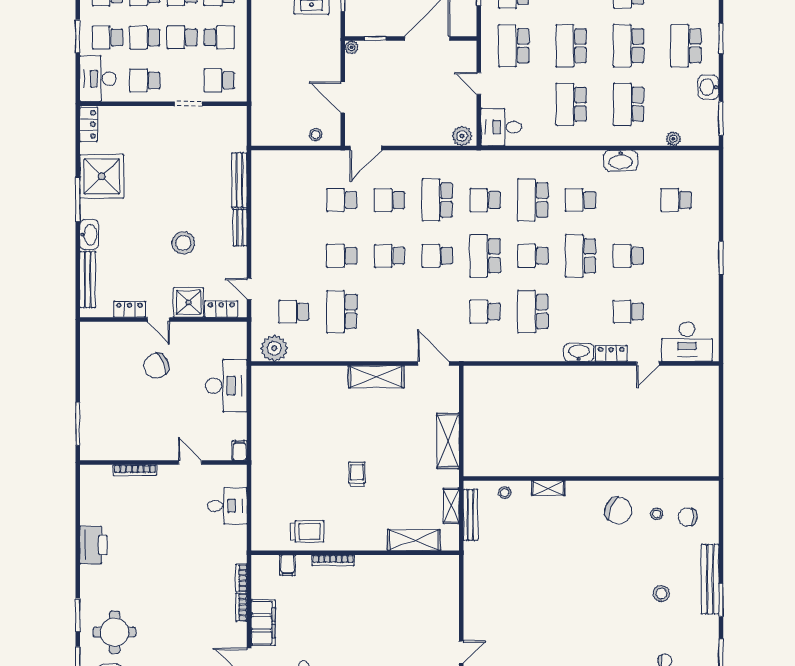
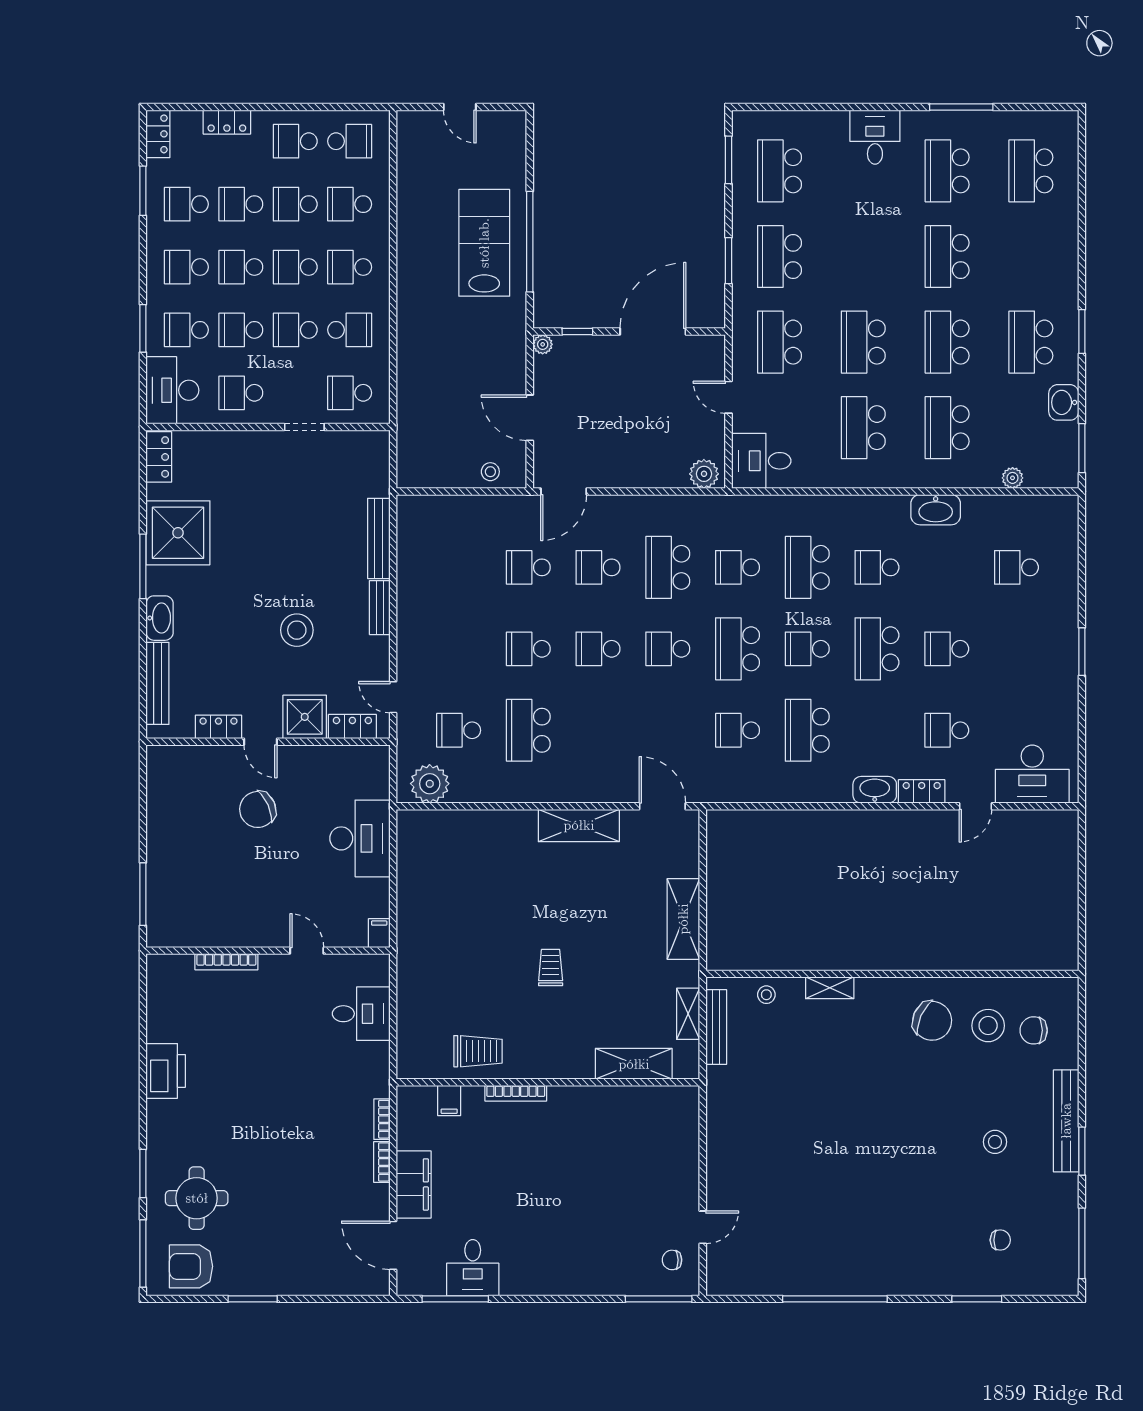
stool: (657, 514) -> (988, 1026), width x1.89, depth x1.89

